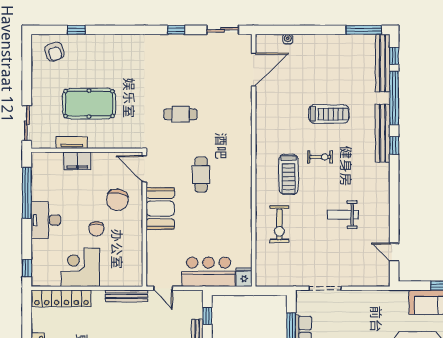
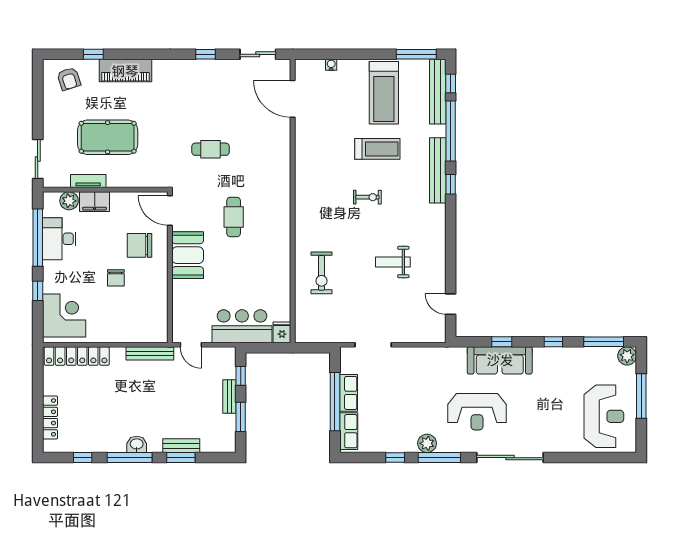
piano: (105, 44) -> (125, 71), added
door: (254, 69) -> (293, 99), swing flipped
plant: (55, 160) -> (69, 201), added
treadmill: (289, 174) -> (384, 93), moved, width x1.37, depth x1.38
chair: (117, 200) -> (139, 245), turned 81
desk: (46, 220) -> (59, 239), moved
corner desk: (80, 267) -> (64, 316), moved, turned 90
window: (27, 268) -> (38, 291), moved

